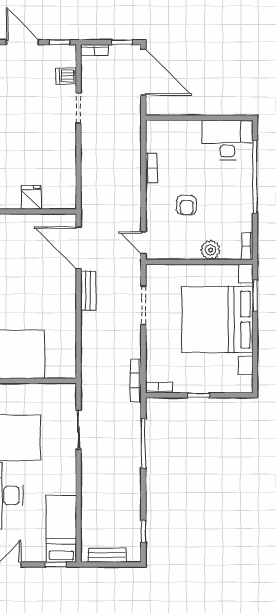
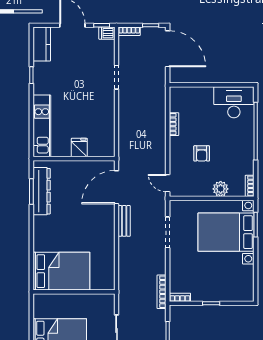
dishwasher: (66, 76) -> (107, 33), moved
door: (79, 248) -> (117, 187), hinge flipped
bed with nightstands: (217, 320) -> (226, 232), width x0.73

